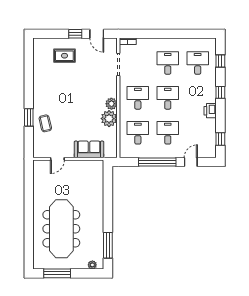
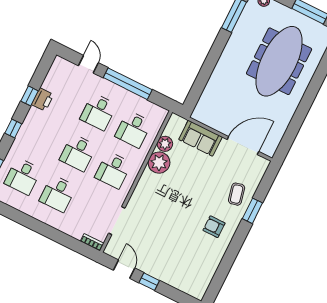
rug: (64, 56) -> (175, 262), removed
armchair: (50, 93) -> (214, 227), added
plant: (111, 104) -> (165, 144), moved
printer: (210, 111) -> (43, 100), moved
window: (220, 139) -> (29, 96), moved
door: (57, 159) -> (243, 146), width x1.87
door: (191, 162) -> (88, 64), swing flipped

